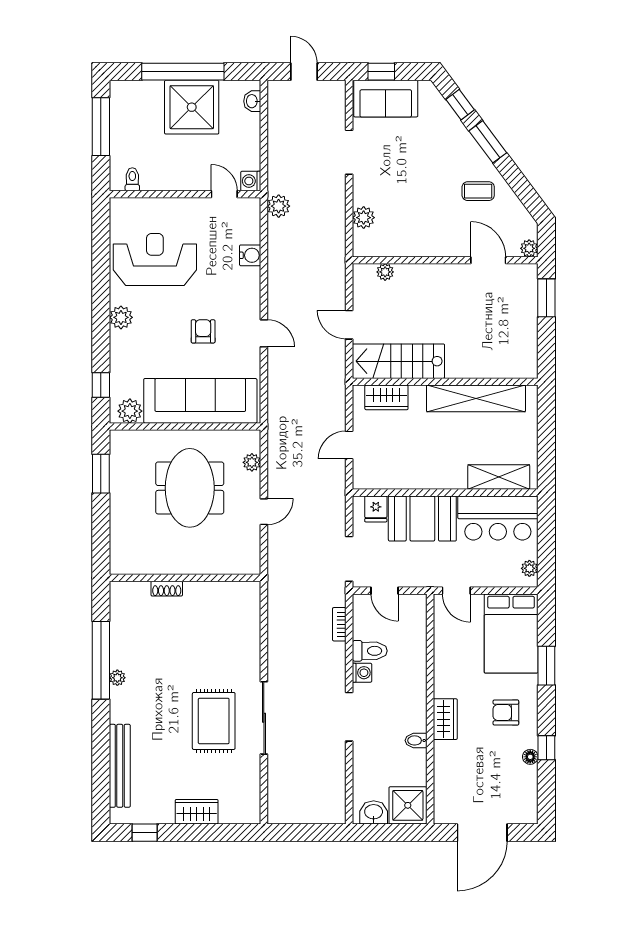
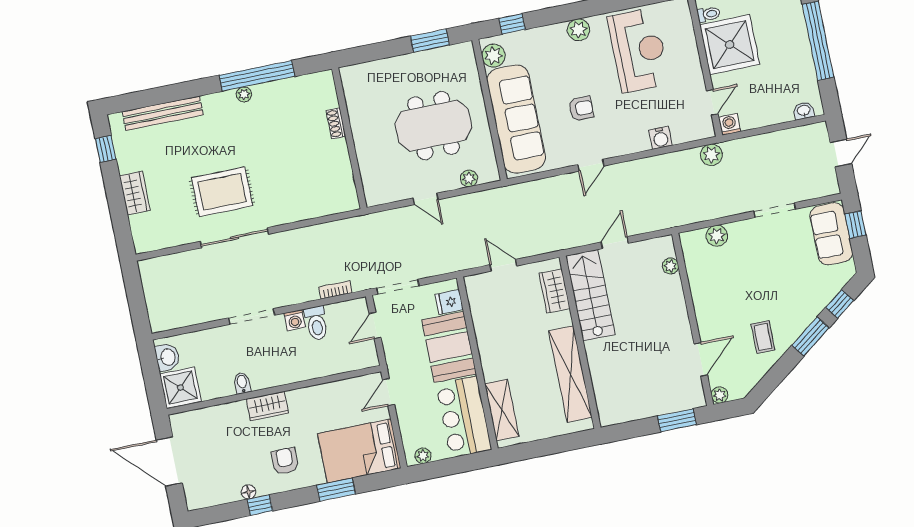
shower: (192, 107) -> (730, 45), moved

